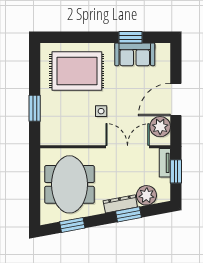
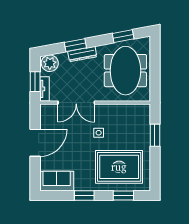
window: (72, 37) -> (123, 195), added
window: (130, 37) -> (84, 195), moved
sofa: (135, 54) -> (57, 181), moved
plant: (160, 127) -> (48, 120), removed
plant: (146, 195) -> (50, 63), moved

